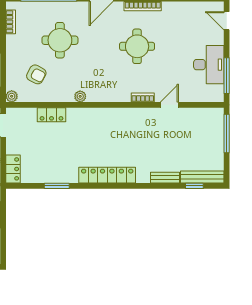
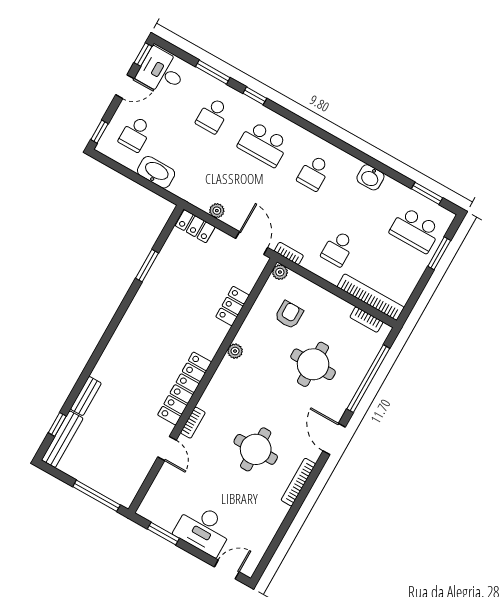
desk: (209, 65) -> (204, 529), moved
armchair: (36, 74) -> (289, 315), turned 152
window: (227, 76) -> (163, 534), width x0.69
locker: (107, 175) -> (185, 389), moved, turned 180

